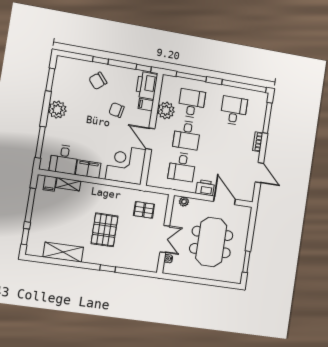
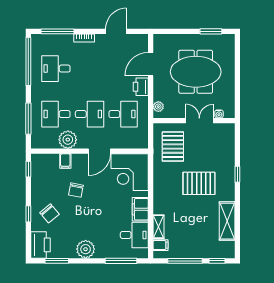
printer: (147, 85) -> (40, 245), moved, turned -90
pallet: (144, 210) -> (173, 146), width x1.50, depth x1.42

